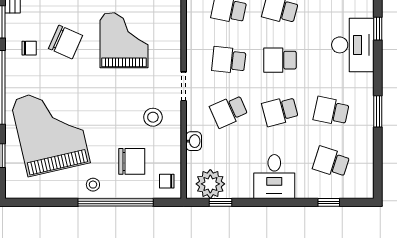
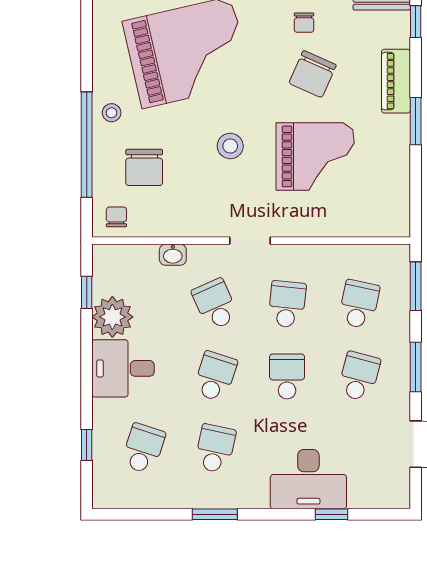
school desk: (280, 111) -> (215, 376), turned 33
stool: (153, 117) -> (230, 146), moved
plant: (210, 184) -> (112, 317), moved

